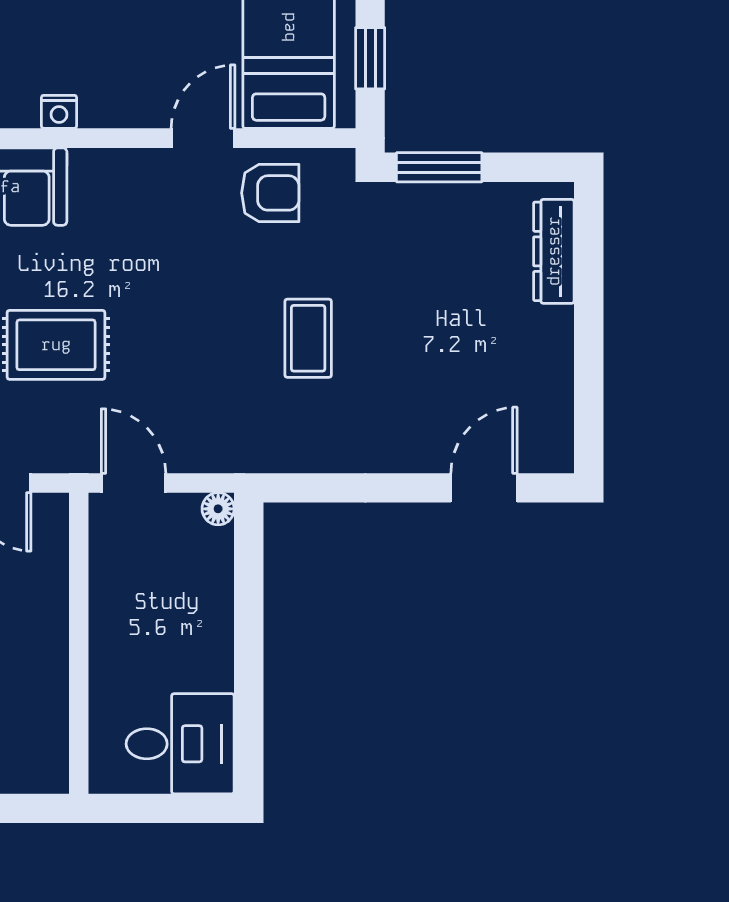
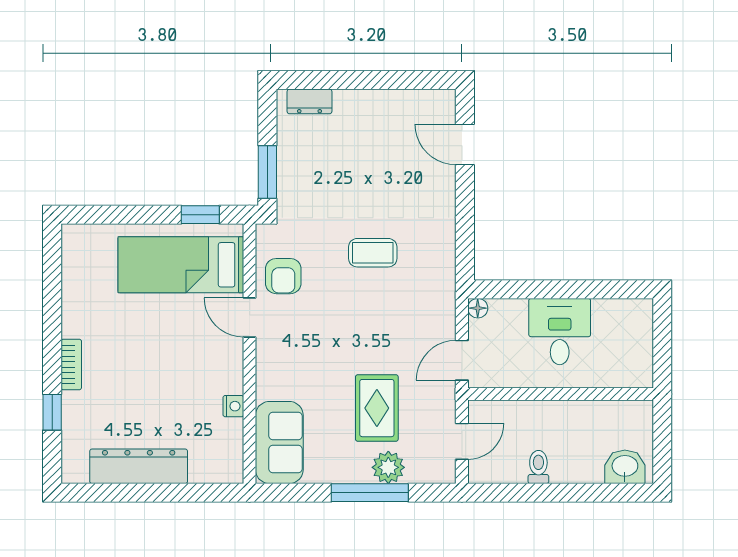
armchair: (270, 193) -> (283, 276), turned 180
dresser: (554, 251) -> (309, 101), width x0.70
desk: (180, 744) -> (560, 332), moved

